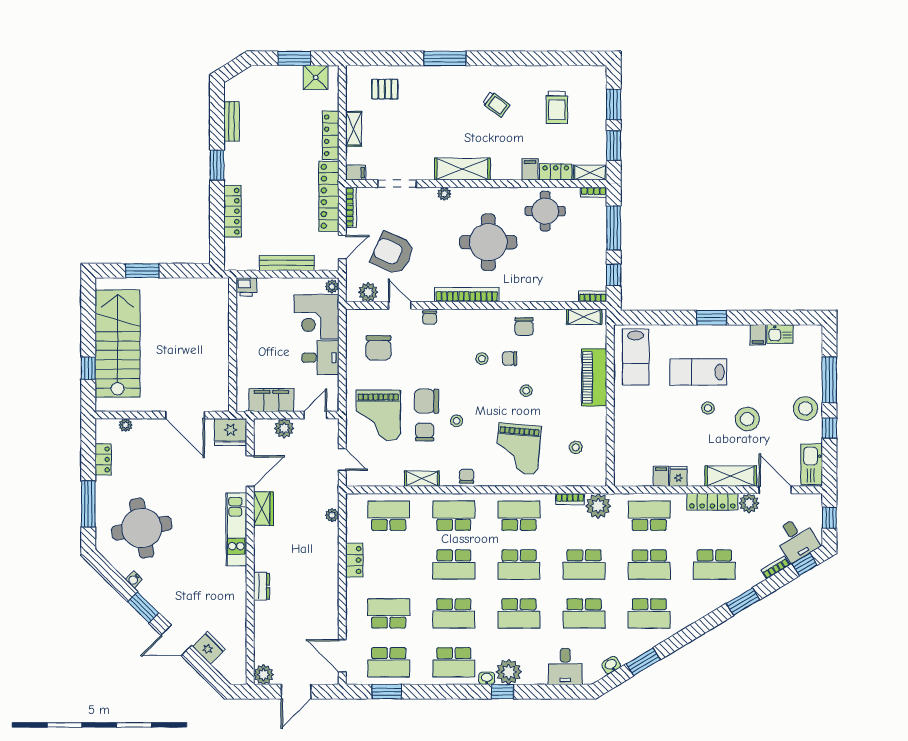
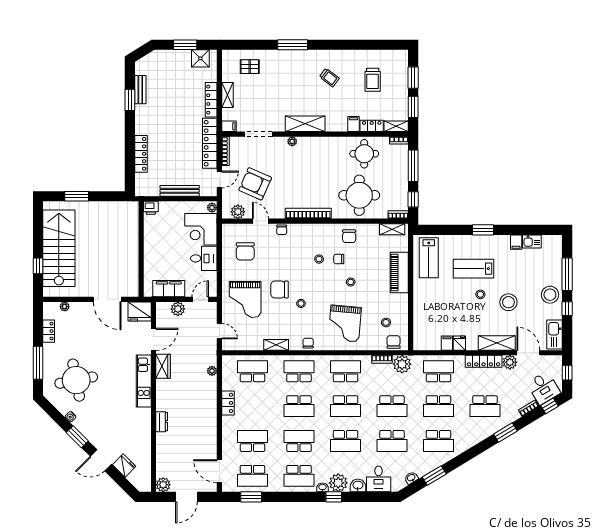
window: (217, 165) -> (130, 100), moved
round table: (488, 242) -> (359, 195), moved
chair: (425, 432) -> (393, 342), moved
school desk: (454, 613) -> (299, 441), turned 180
washbasin: (536, 676) -> (358, 485), added

